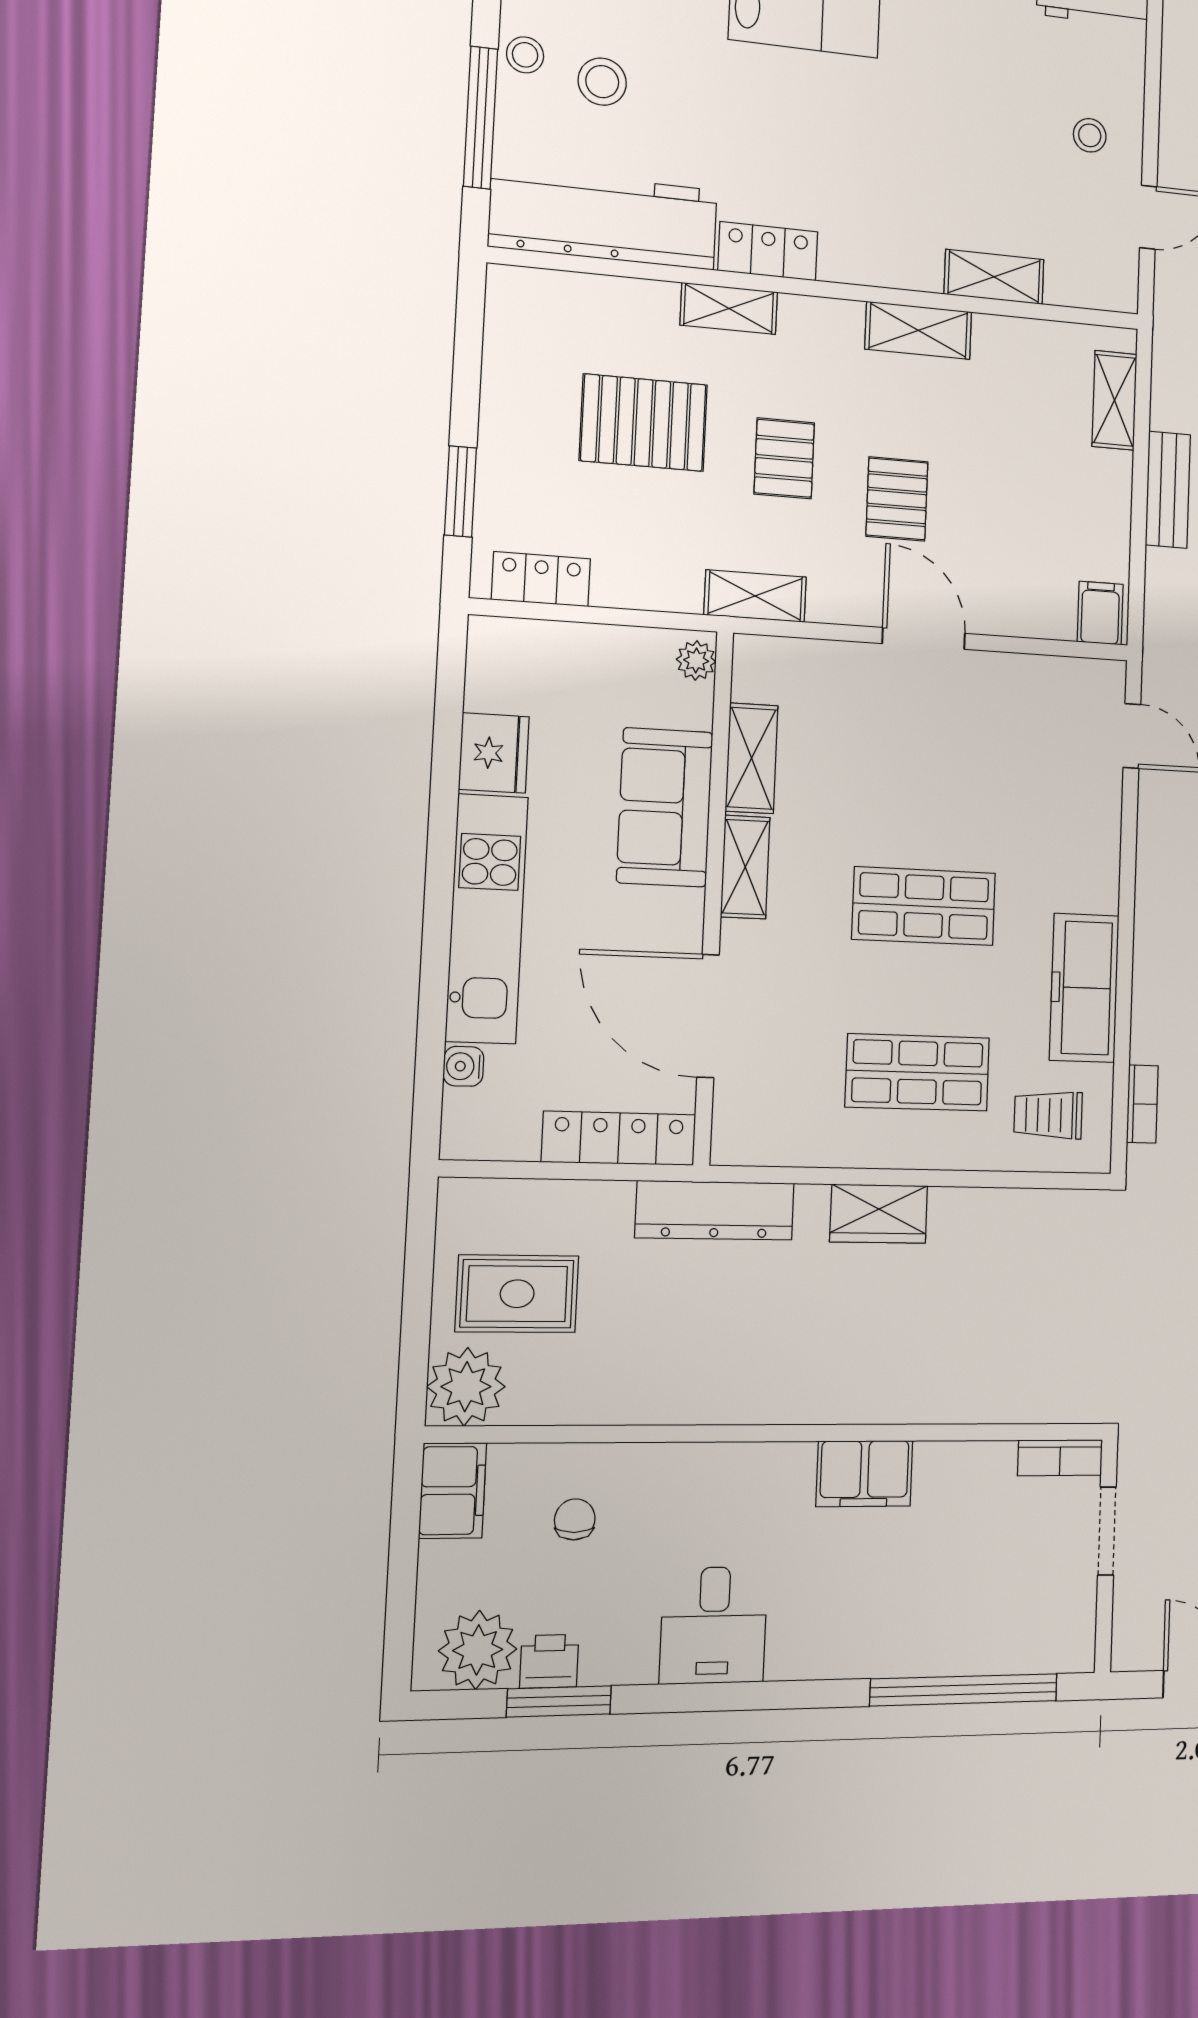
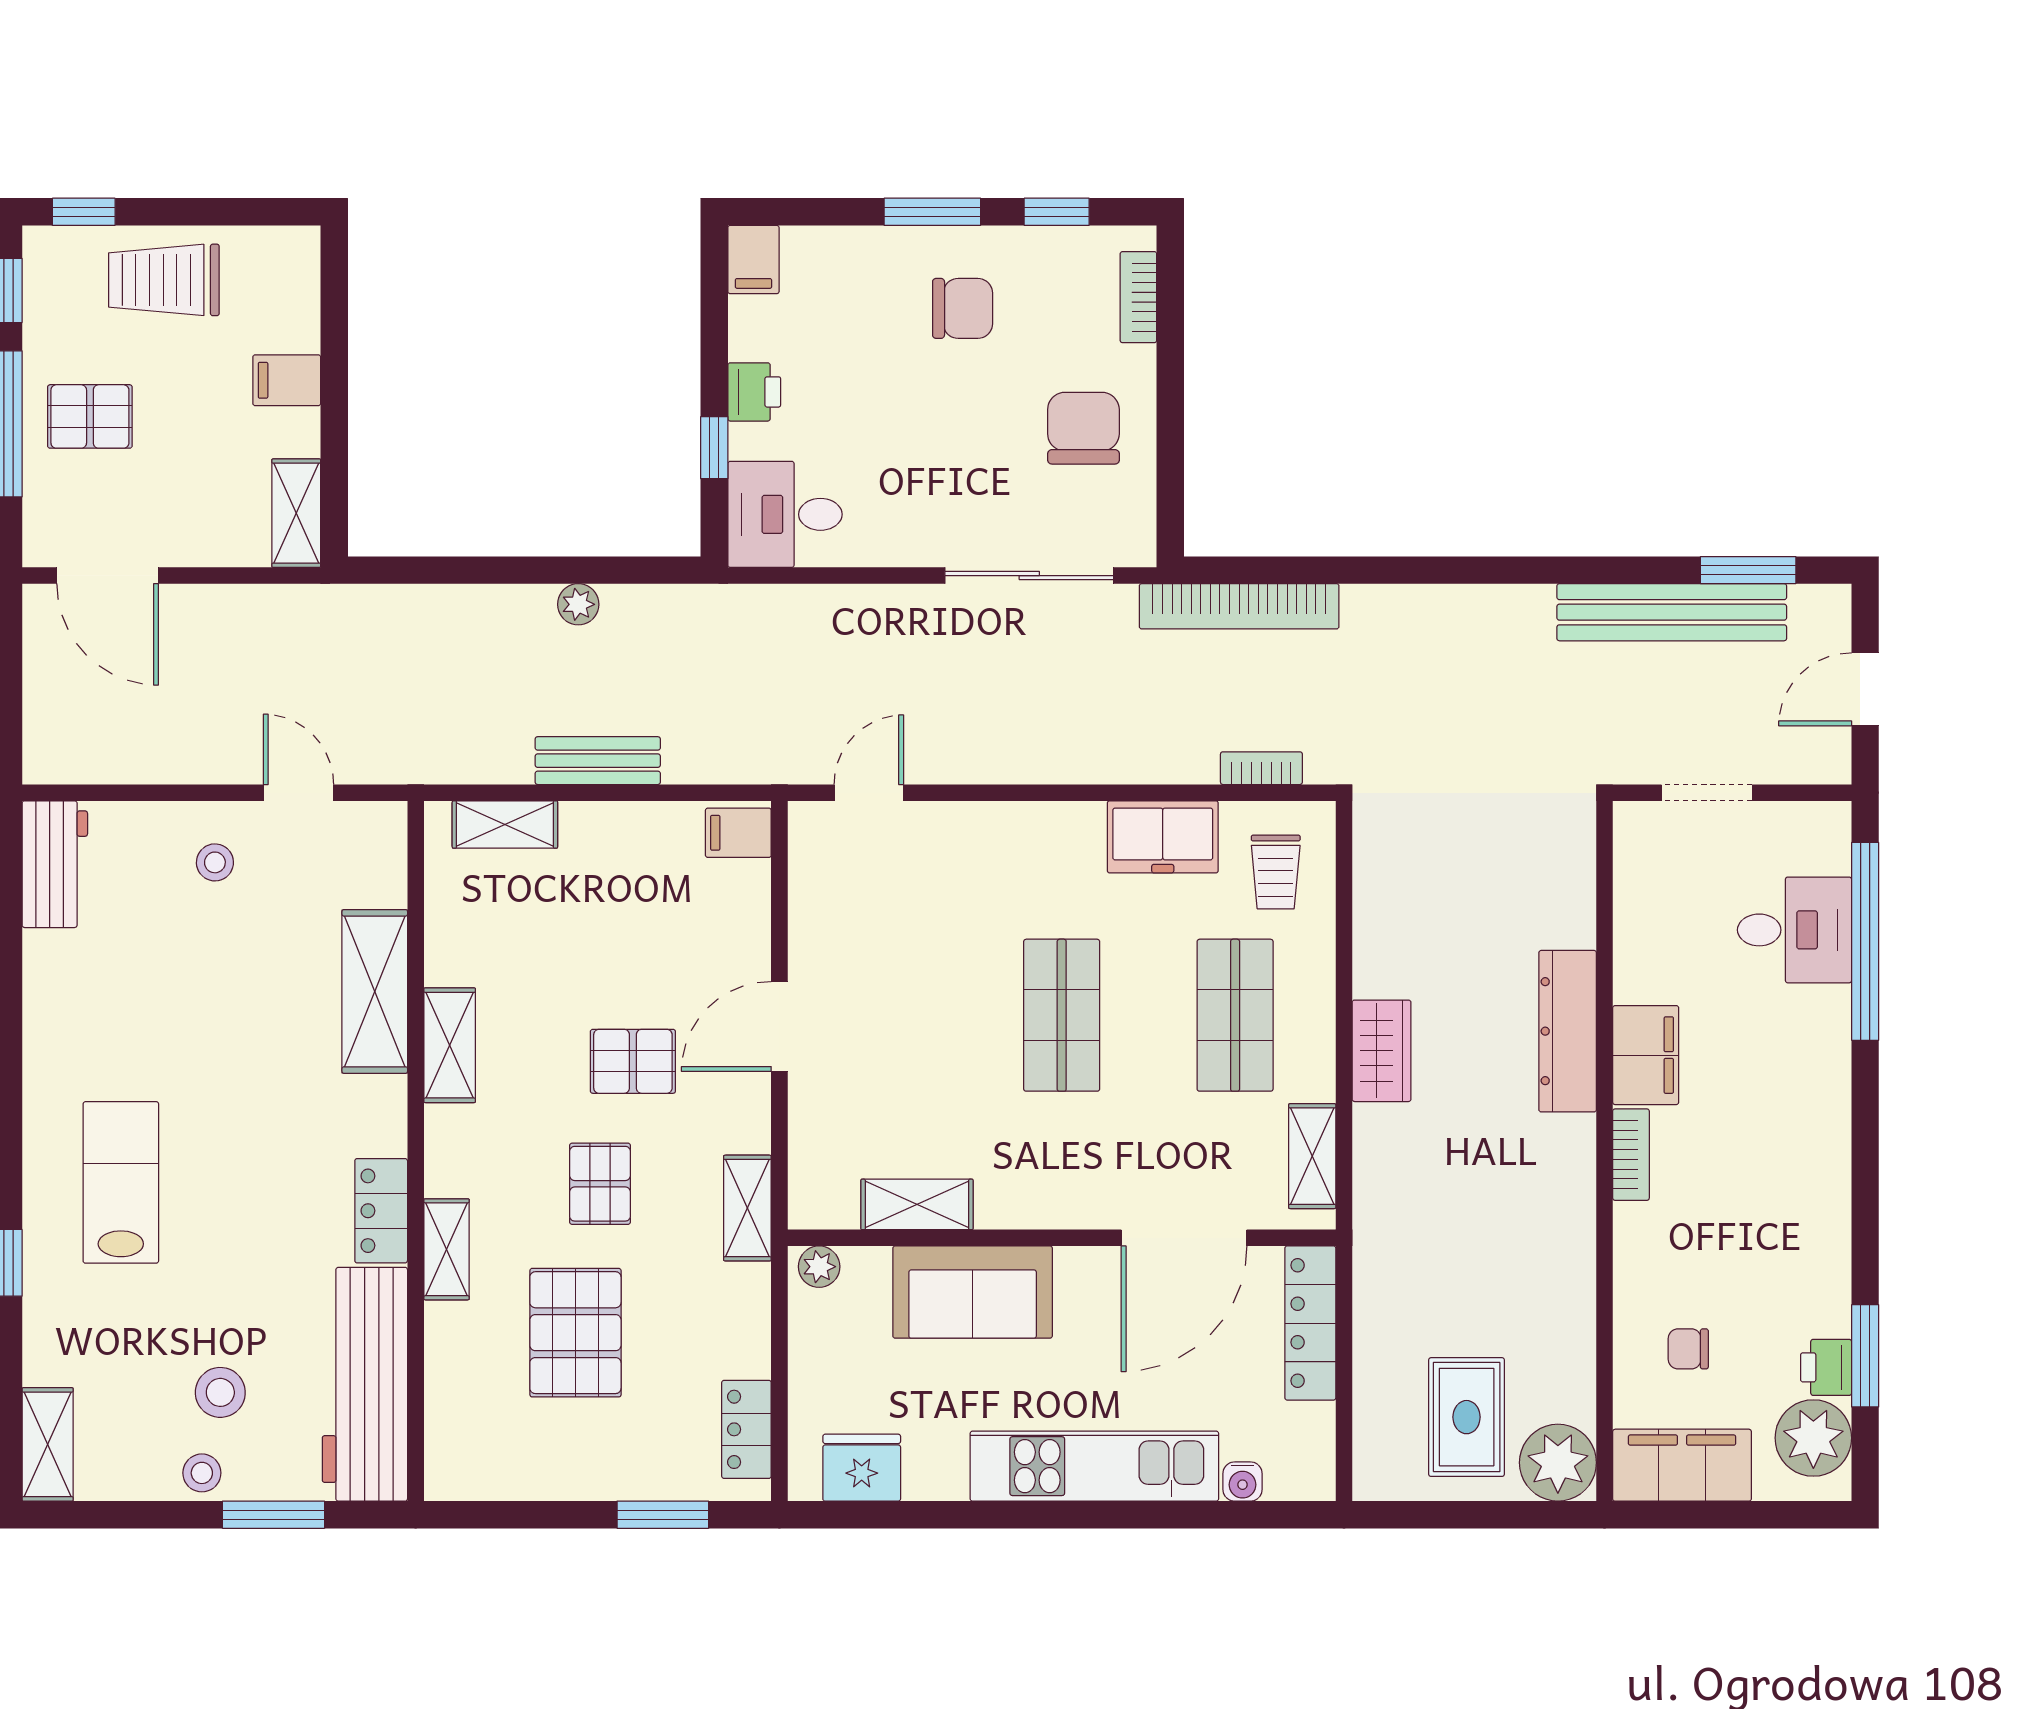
window: (481, 118) -> (273, 1515), width x0.69
shelving: (994, 277) -> (375, 991), width x1.50, depth x1.33
pallet: (784, 458) -> (600, 1184), turned 90
fridge: (494, 753) -> (862, 1468), moved
shelving: (745, 867) -> (1312, 1156), moved, turned 90
freezer: (1084, 988) -> (1163, 837), width x0.71
dresser: (715, 1210) -> (1568, 1031), moved, turned 180
bookcase: (1060, 1458) -> (1631, 1155), moved
filing cabinet: (453, 1491) -> (1682, 1465), width x1.50, depth x1.17
desk: (714, 1625) -> (1795, 930), moved

